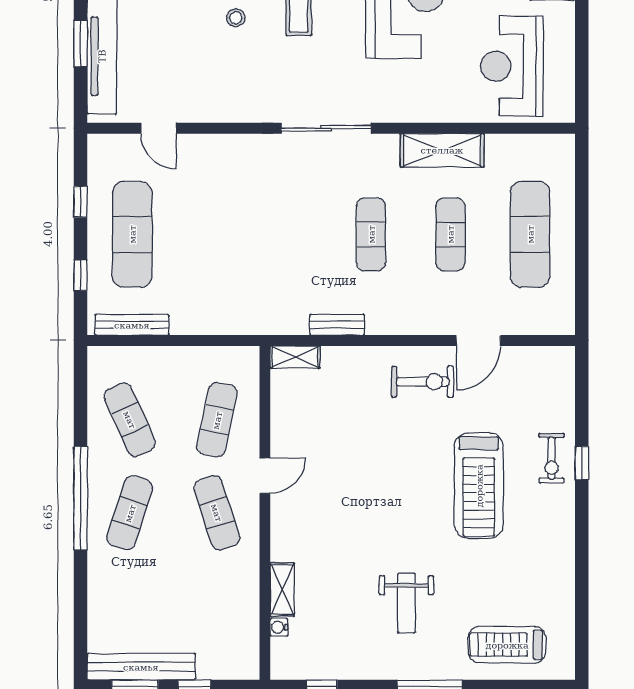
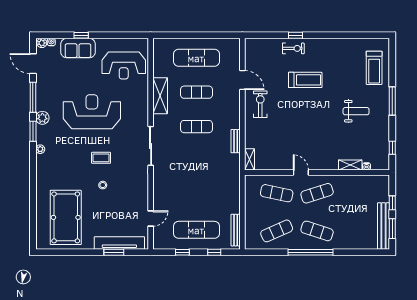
treadmill: (479, 486) -> (305, 80), width x0.73, depth x0.73

